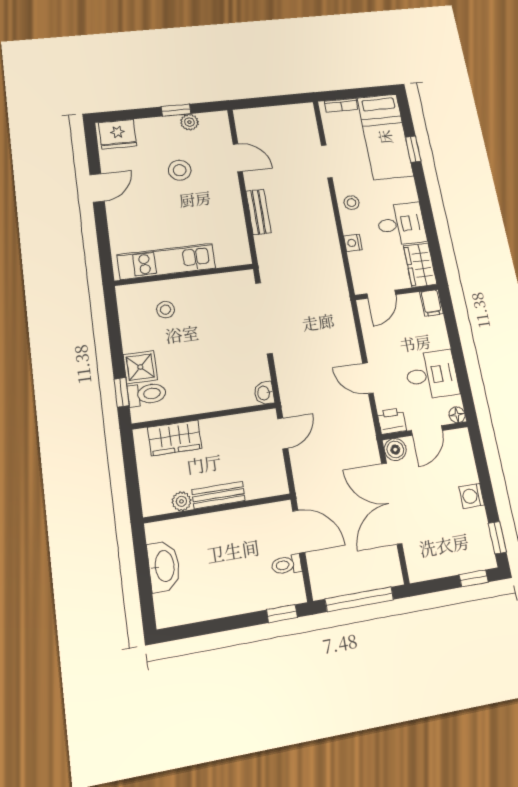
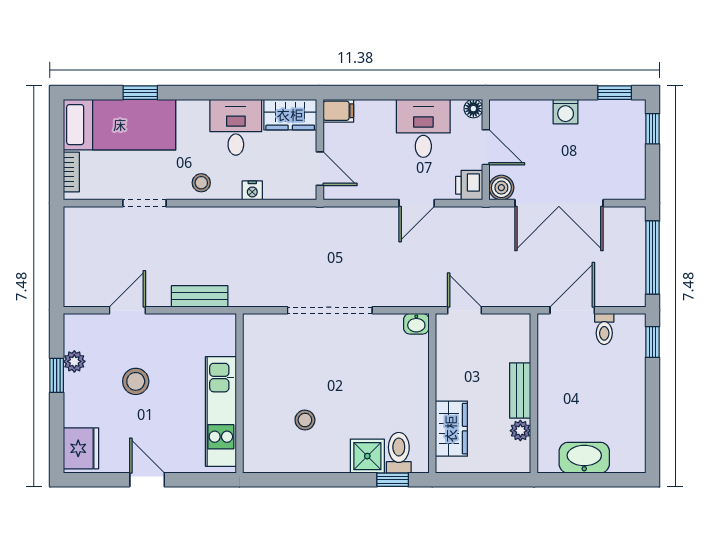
kitchen unit: (166, 261) -> (221, 412), moved
wall: (184, 275) -> (239, 393), moved

